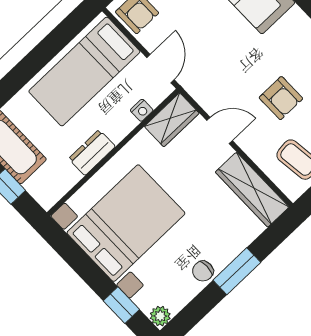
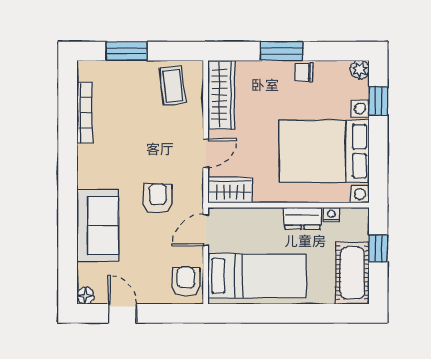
armchair: (281, 98) -> (158, 198), moved
nightstand: (142, 110) -> (331, 215), moved
door: (220, 131) -> (206, 153), swing flipped
chair: (203, 271) -> (304, 72), turned 180

